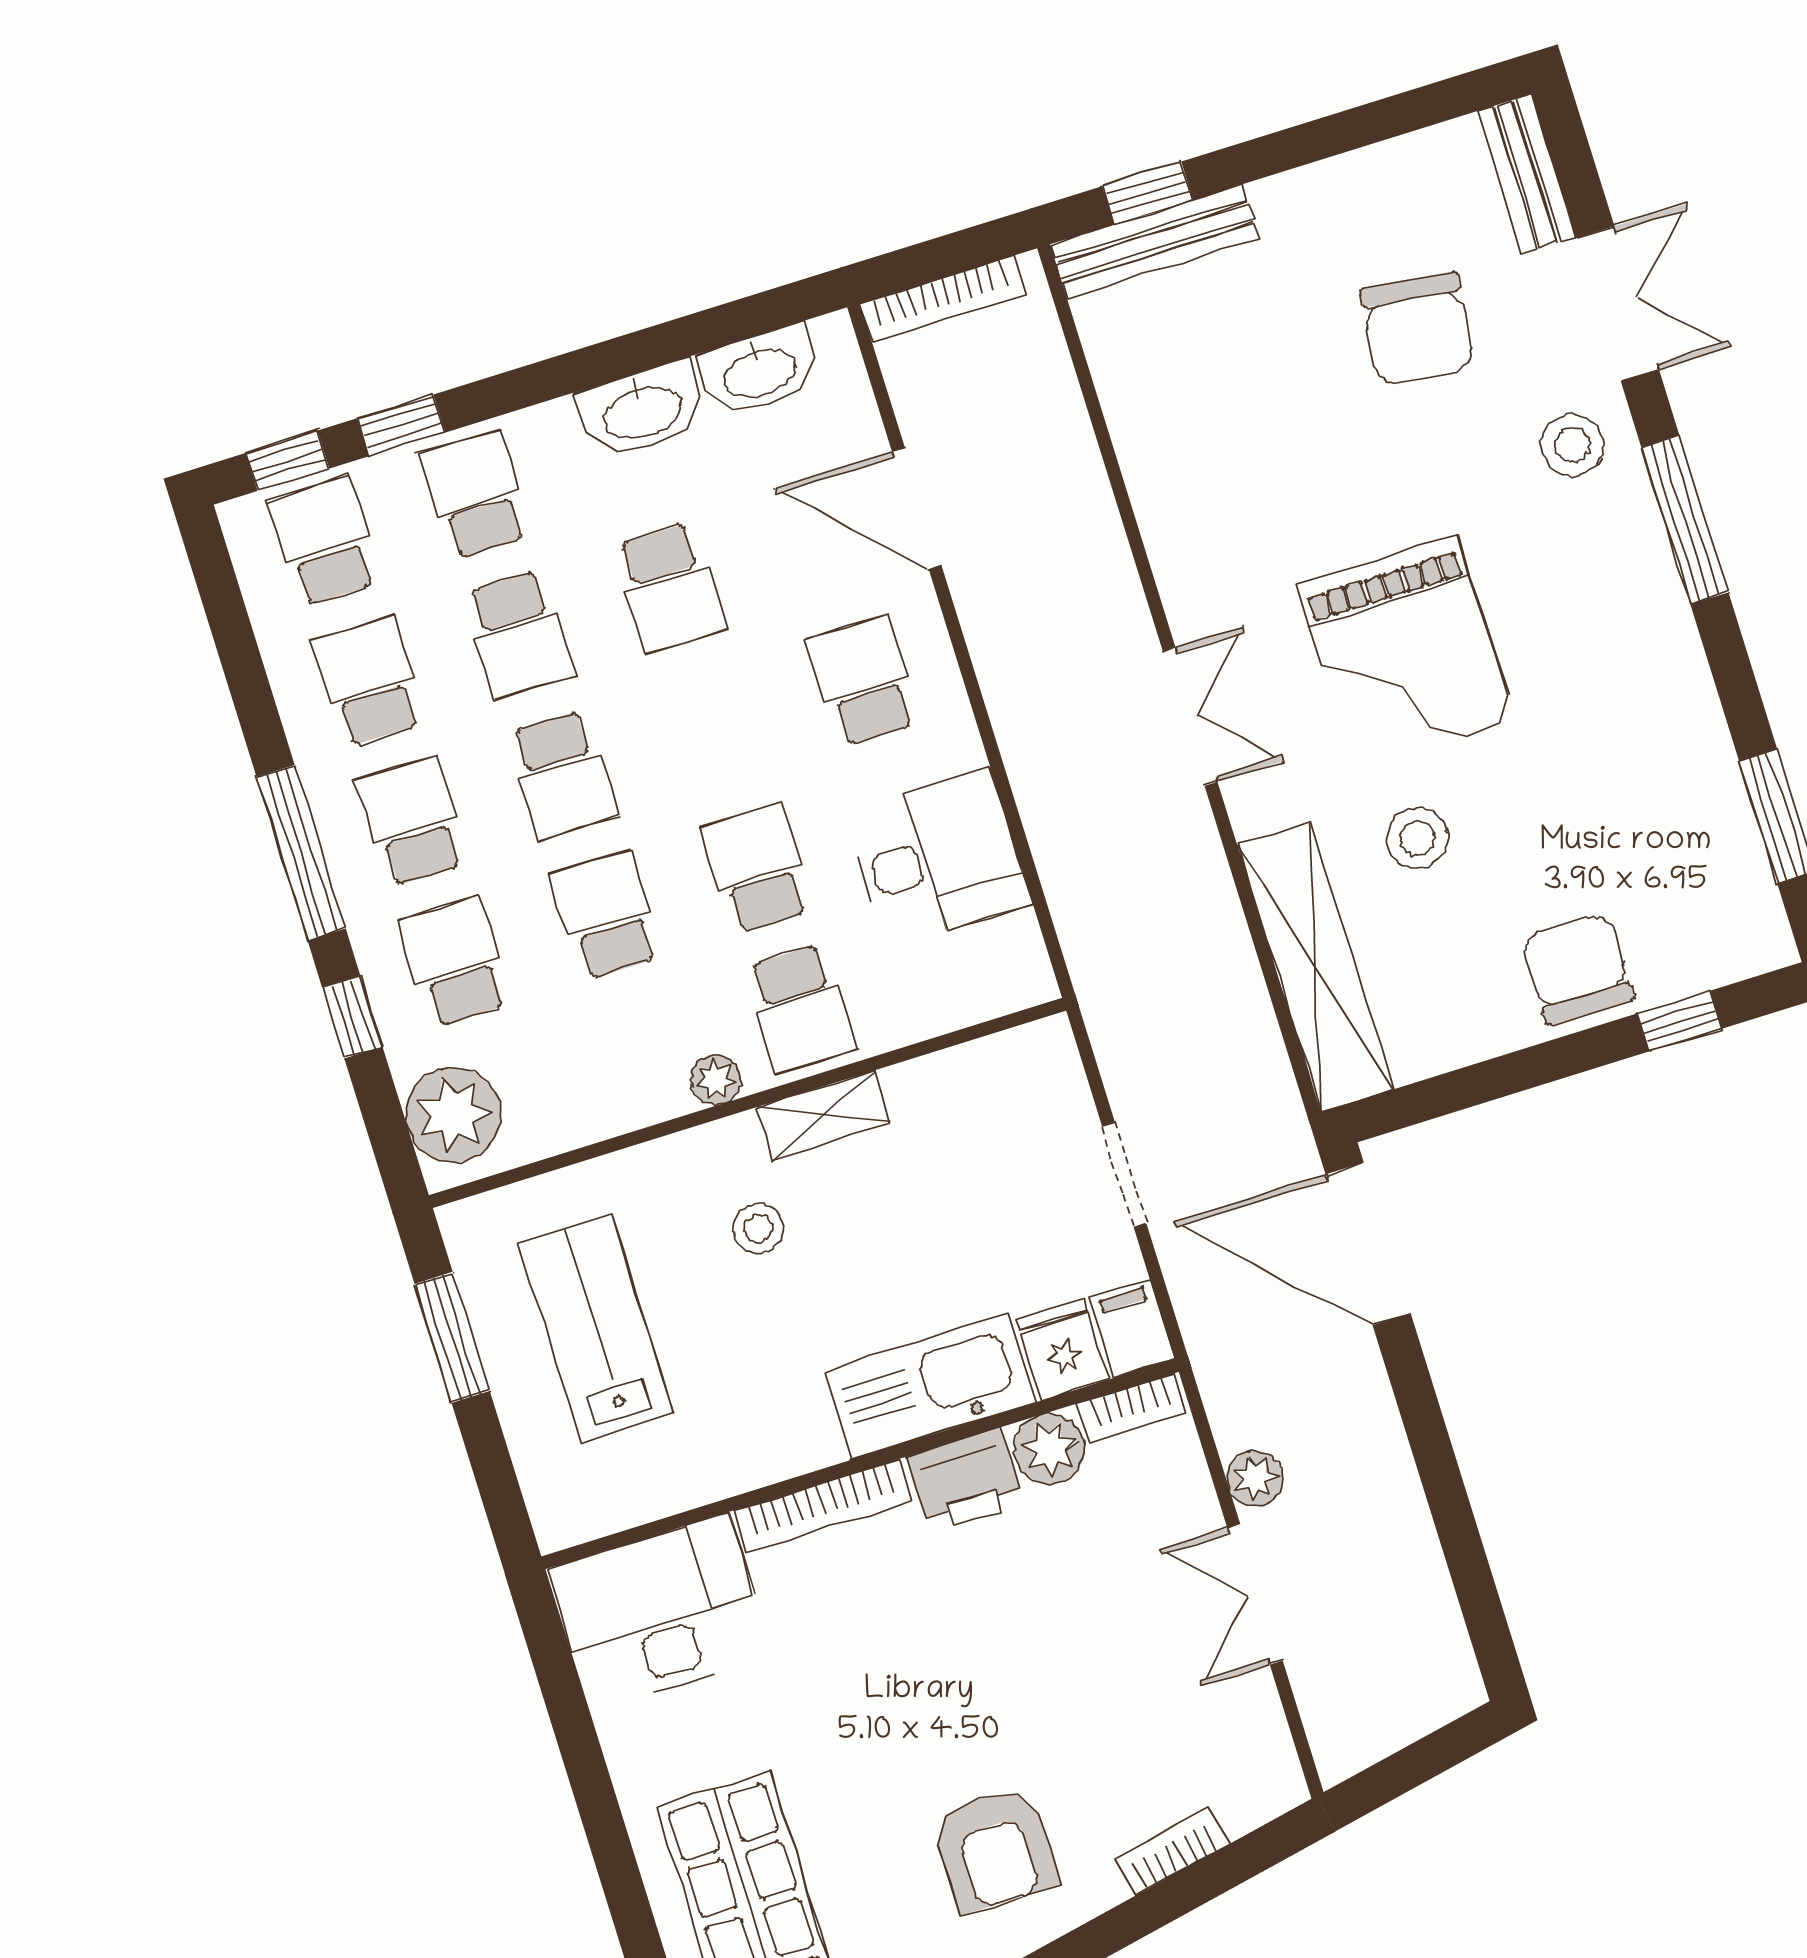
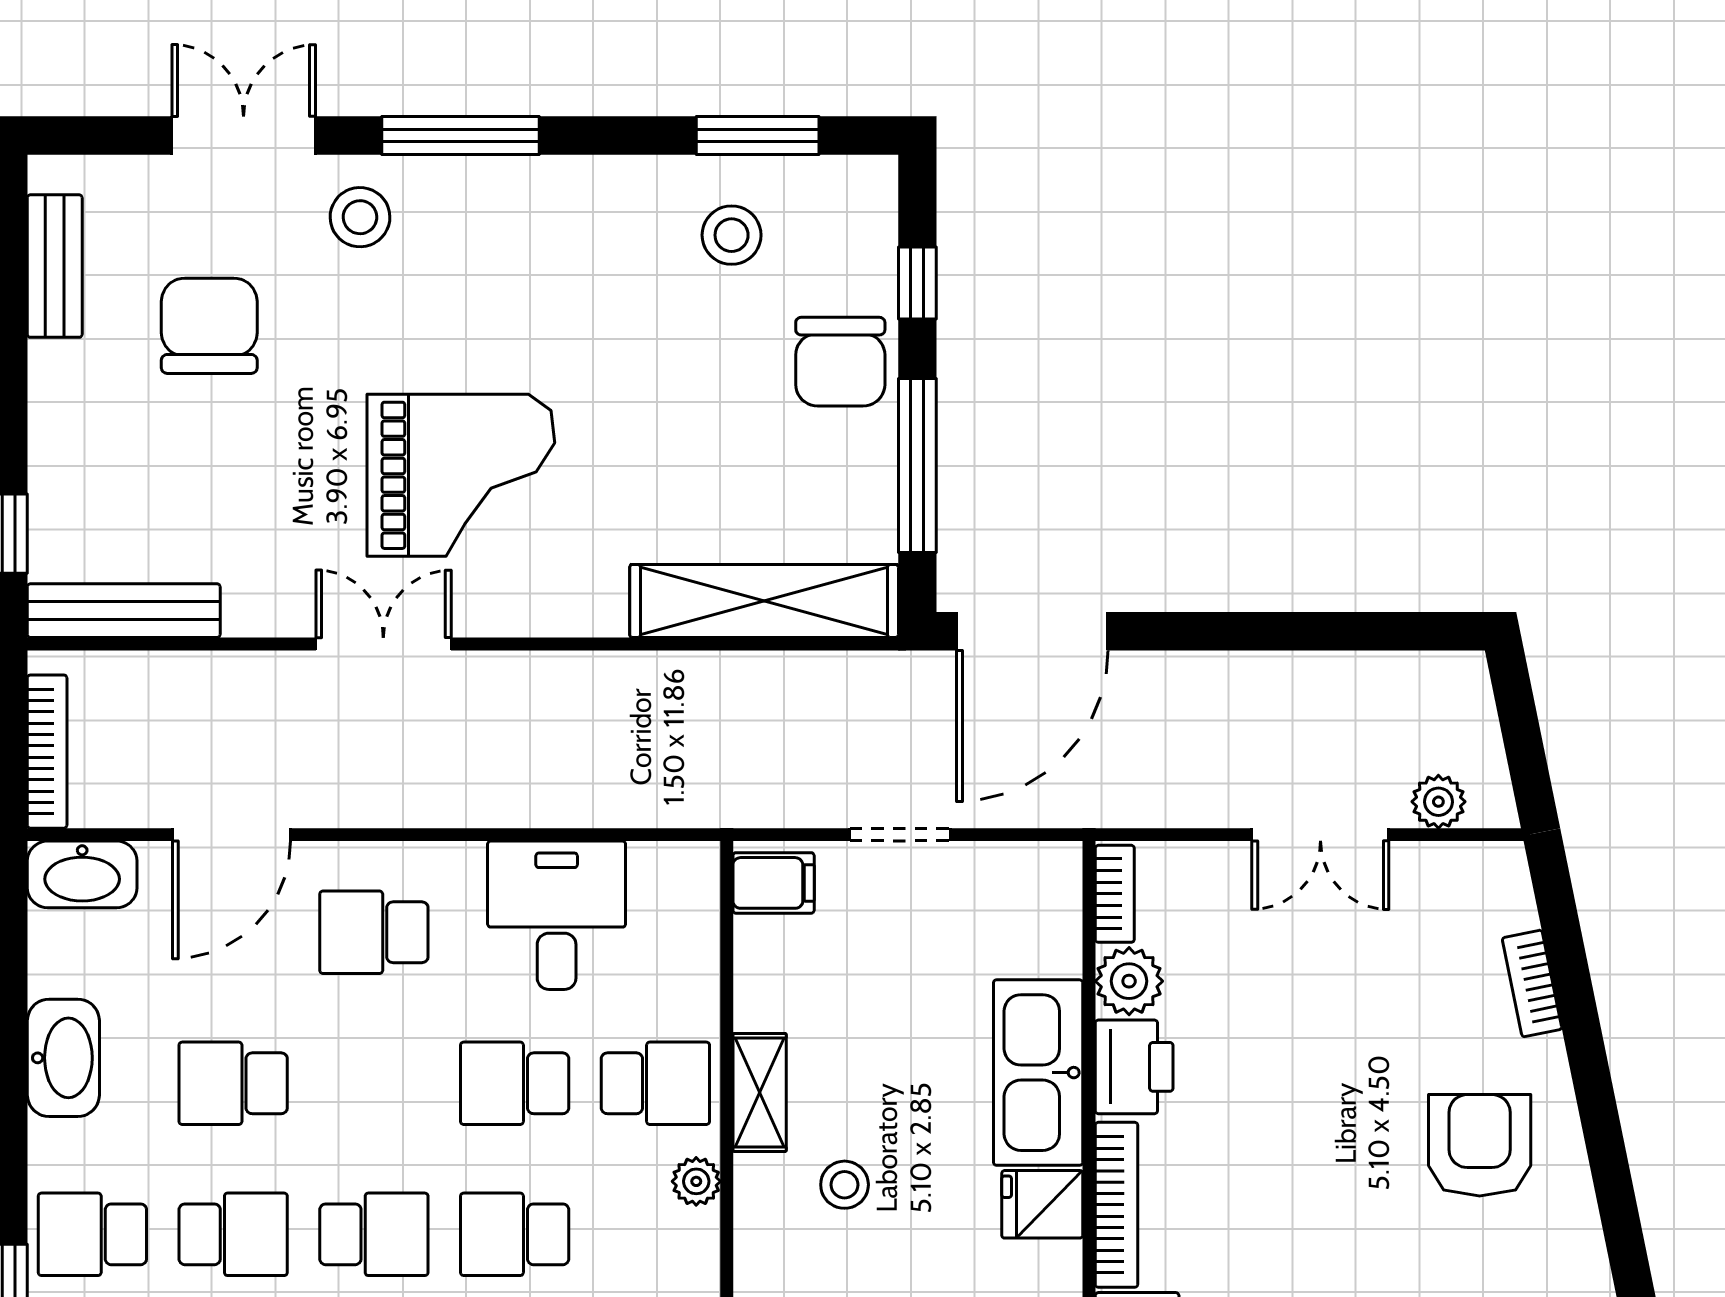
bench: (1526, 174) -> (55, 266), moved, turned 90
bench: (1154, 241) -> (124, 611), moved, turned 90
chair: (1417, 329) -> (209, 326), turned -97
washbasin: (759, 371) -> (82, 874), moved, turned 90
school desk: (670, 588) -> (233, 1083), turned 180
grand piano: (1406, 654) -> (461, 475), moved
double door: (1190, 717) -> (383, 644), moved
stool: (1417, 838) -> (732, 235), moved
chair: (1577, 969) -> (840, 362), turned -90
window: (1498, 1078) -> (917, 465), added
filing cabinet: (1132, 1328) -> (774, 883), moved, turned 180
fridge: (1063, 1350) -> (1042, 1204), moved
plant: (1255, 1479) -> (1438, 802), moved
armchair: (995, 1849) -> (1480, 1145), turned -90

